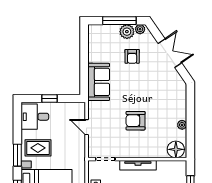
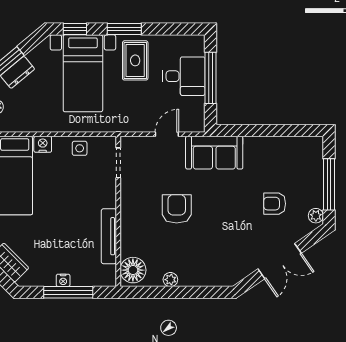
plant: (127, 32) -> (312, 196), removed
sofa: (99, 82) -> (214, 153), moved
window: (49, 99) -> (210, 78), width x2.17
desk: (35, 117) -> (184, 76), moved, turned 90
tv unit: (138, 165) -> (109, 236), moved

